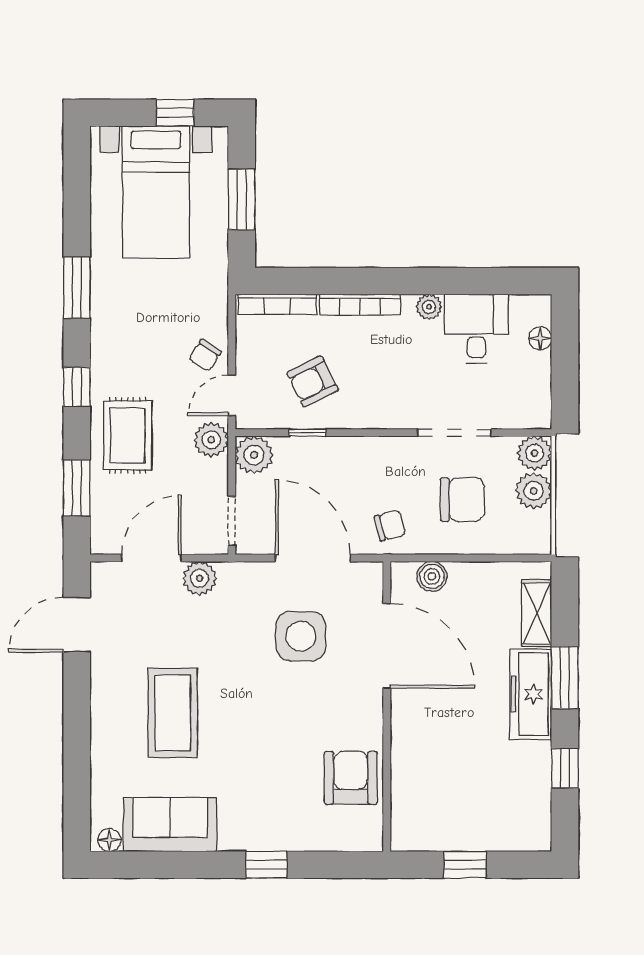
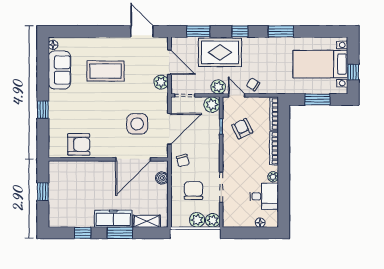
rug: (128, 435) -> (220, 52), width x1.36, depth x1.43
chair: (462, 500) -> (194, 191), turned 180

